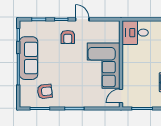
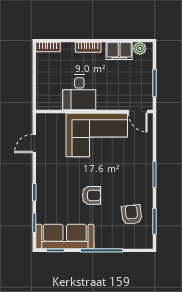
door: (82, 19) -> (34, 144), moved
desk: (135, 33) -> (79, 92), moved
armchair: (68, 37) -> (92, 195), moved
sofa: (29, 58) -> (65, 236), moved

